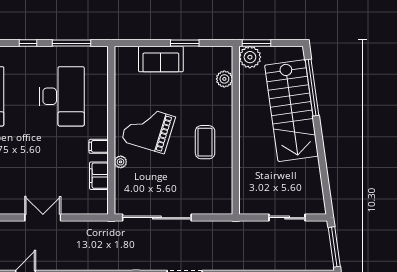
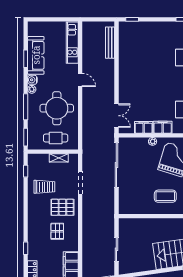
filing cabinet: (99, 146) -> (163, 127), width x2.00
double door: (43, 218) -> (116, 116), moved

